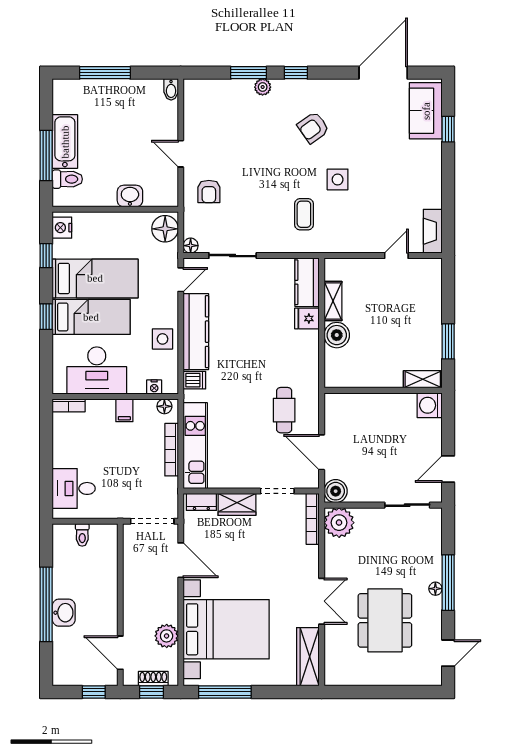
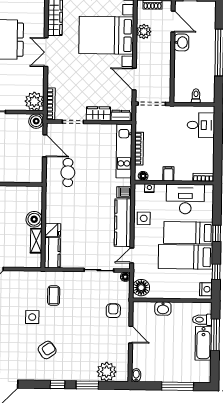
plant: (263, 87) -> (107, 372), moved, width x1.88, depth x1.88
washbasin: (64, 613) -> (181, 42), moved, turned 180

